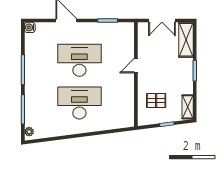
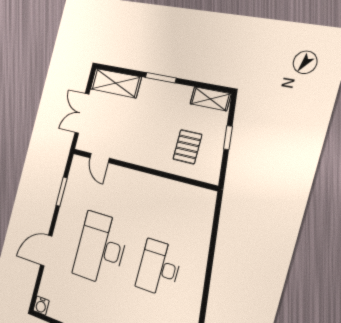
double door: (162, 21) -> (82, 113), swing flipped
door: (136, 66) -> (100, 158), moved
desk: (79, 103) -> (159, 268), width x0.73, depth x0.77

